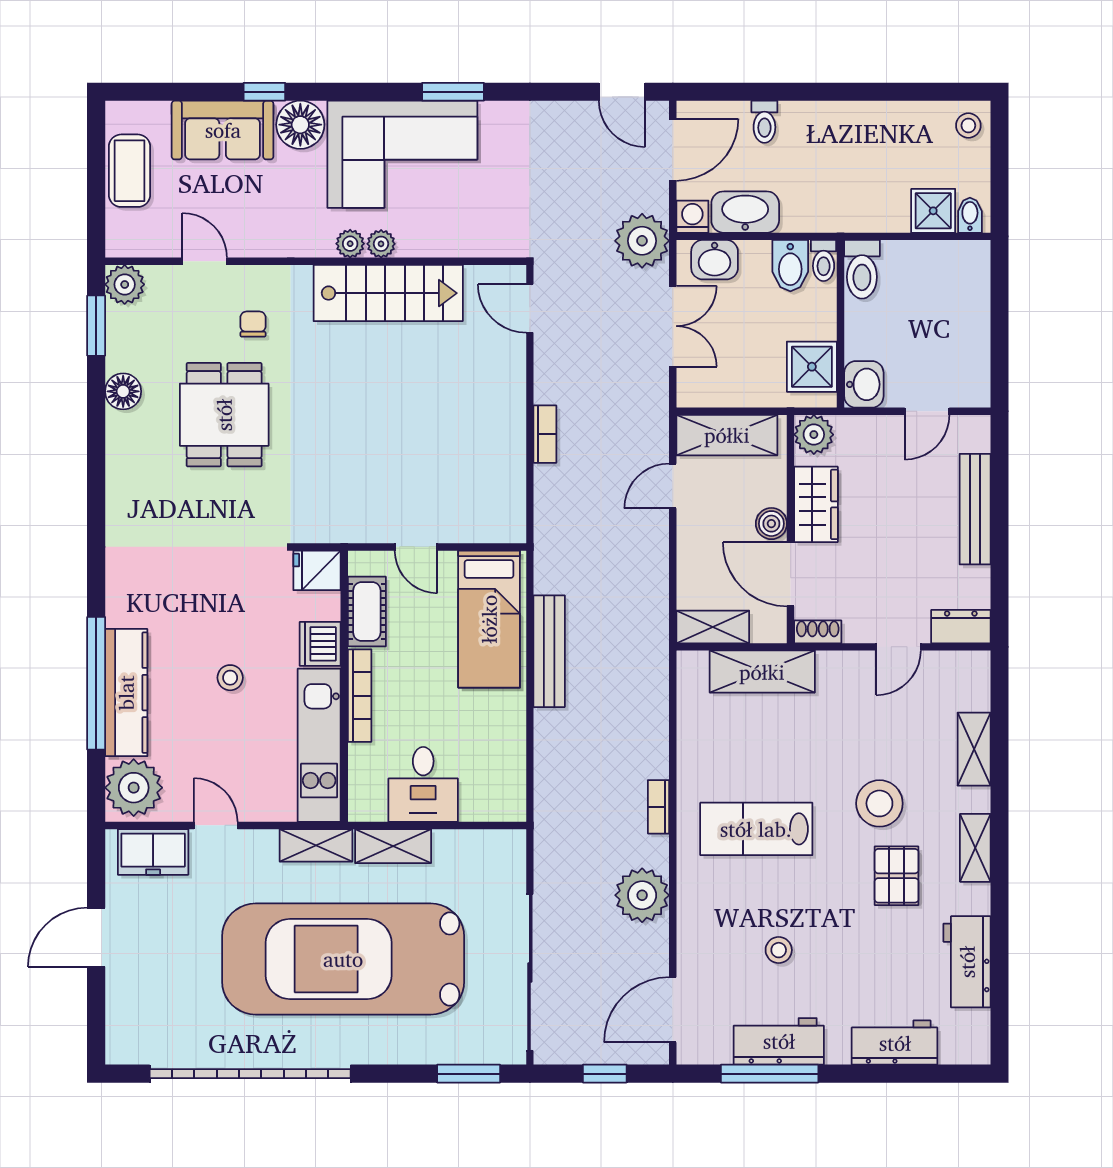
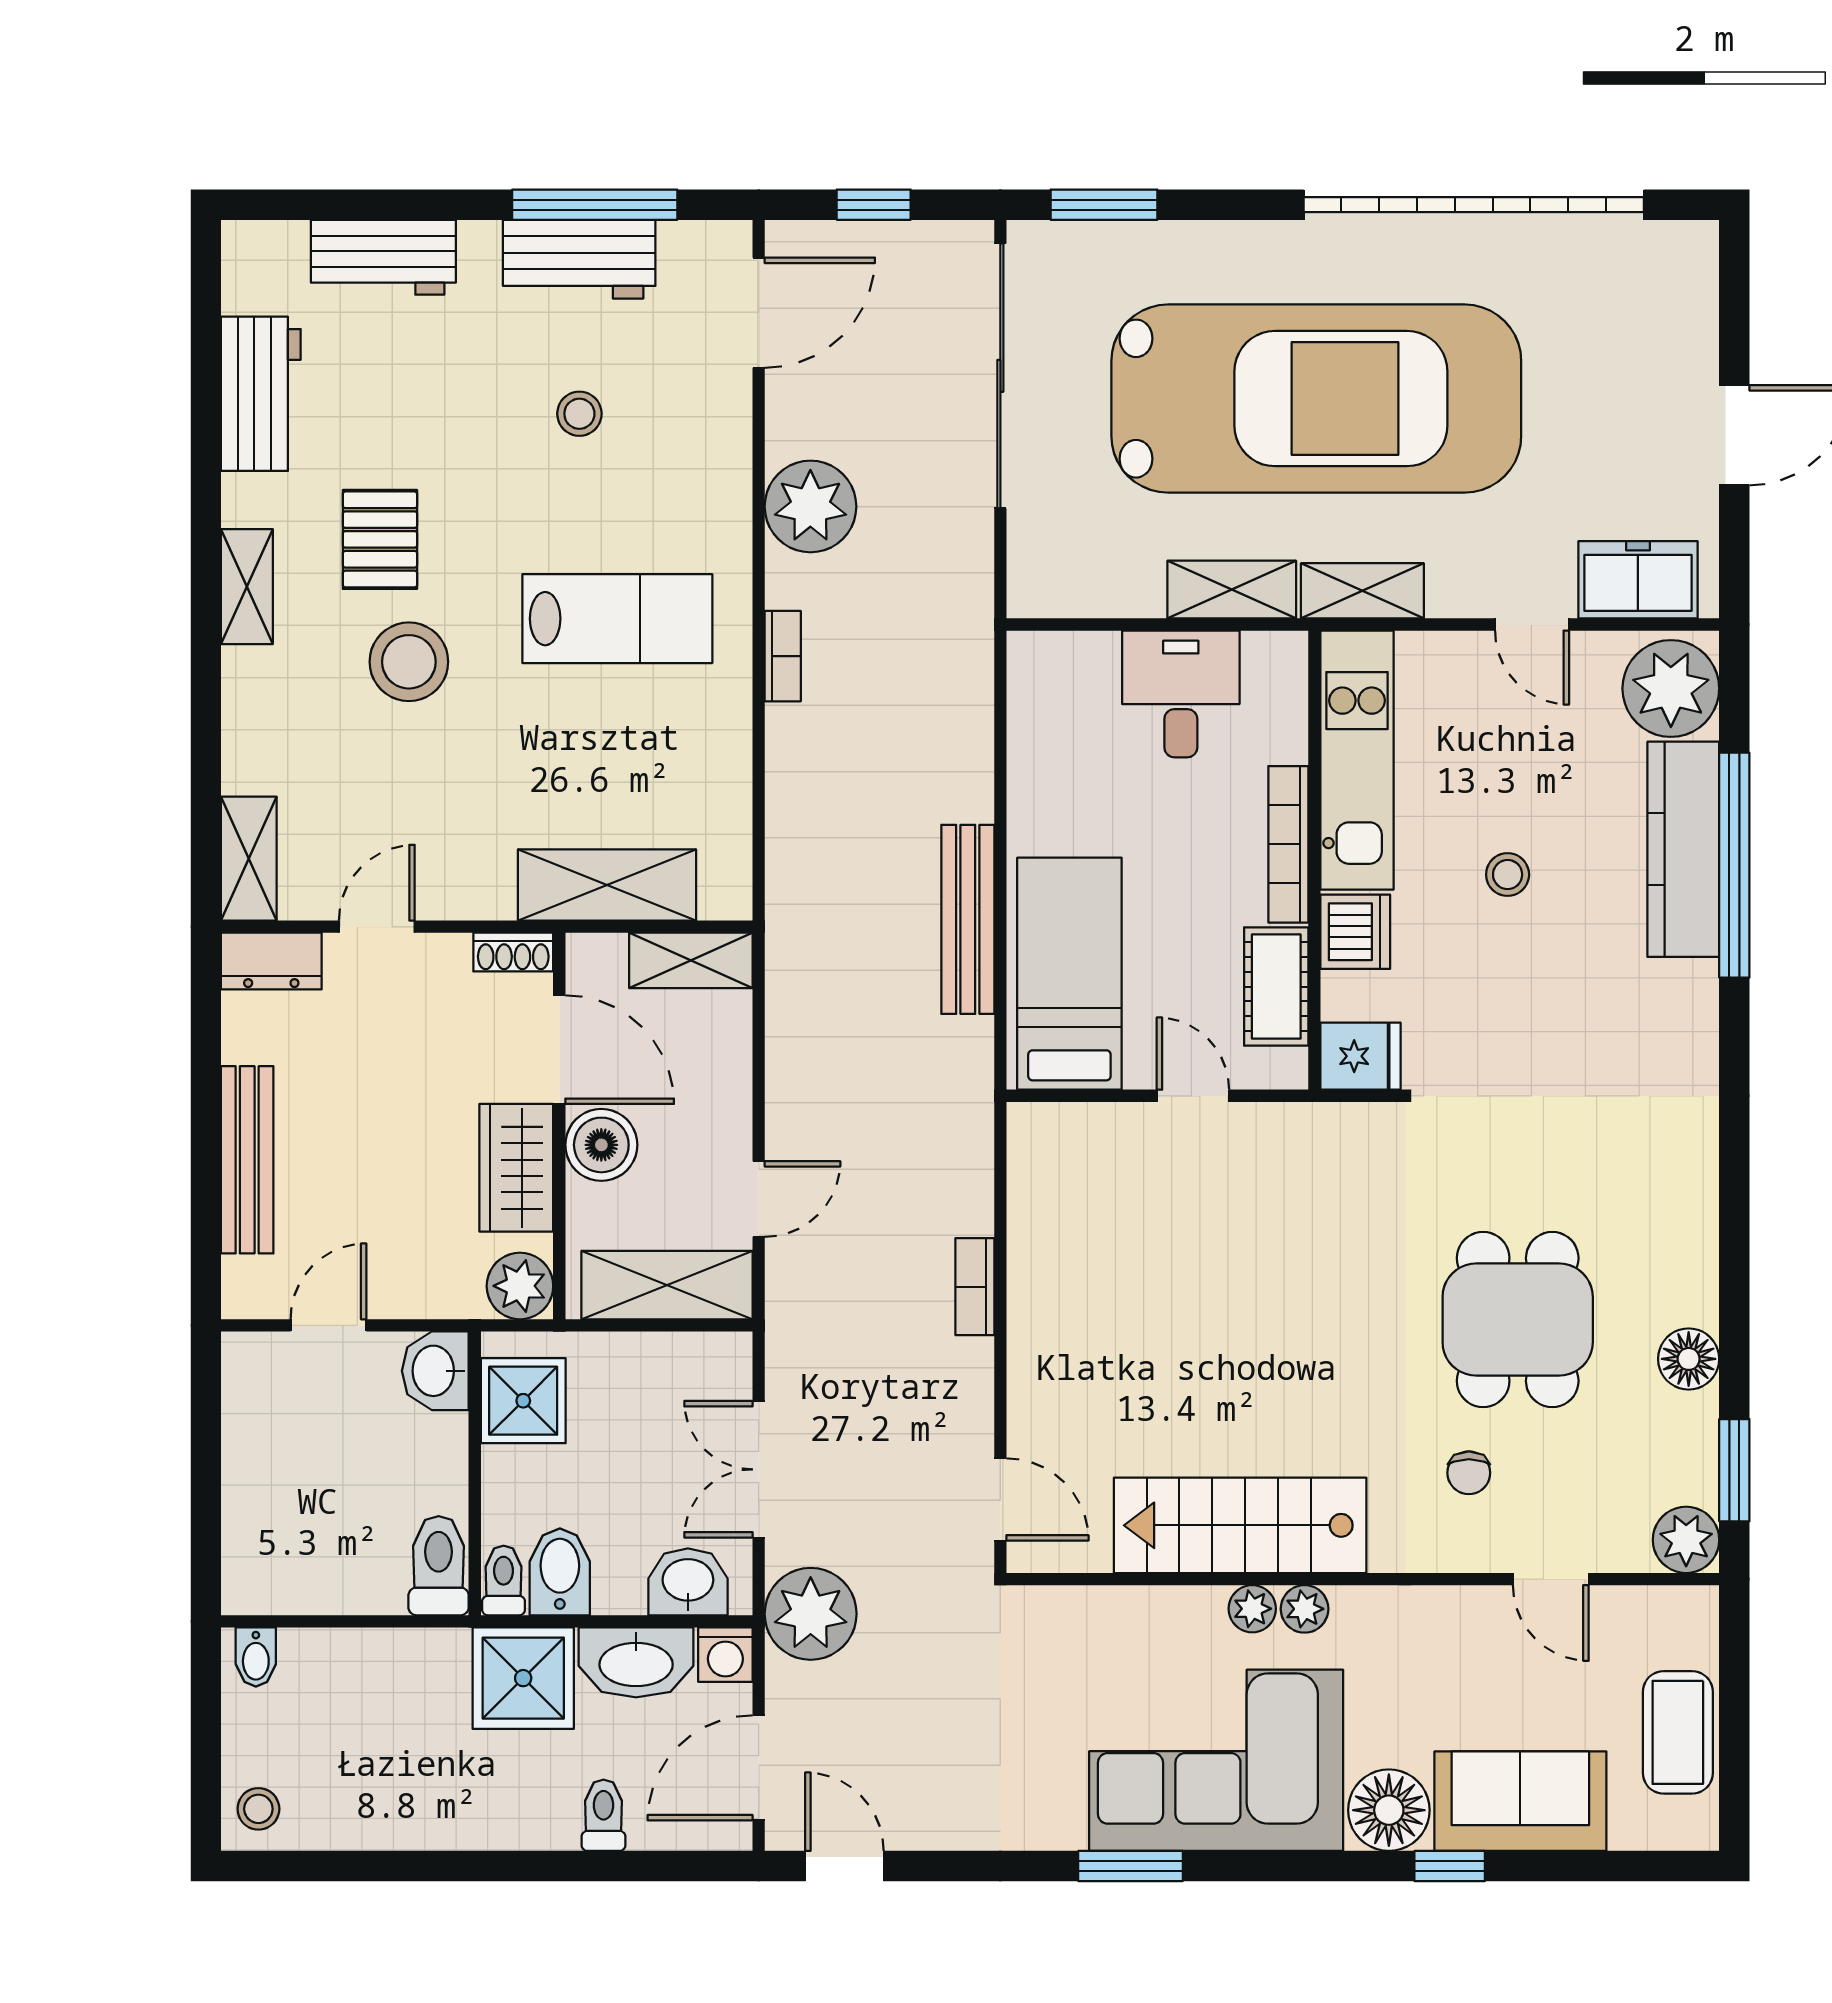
shower: (933, 211) -> (523, 1678), moved, width x1.36, depth x1.36
boiler: (771, 524) -> (601, 1145), width x1.36, depth x1.36
shelving: (974, 749) -> (249, 859), moved

